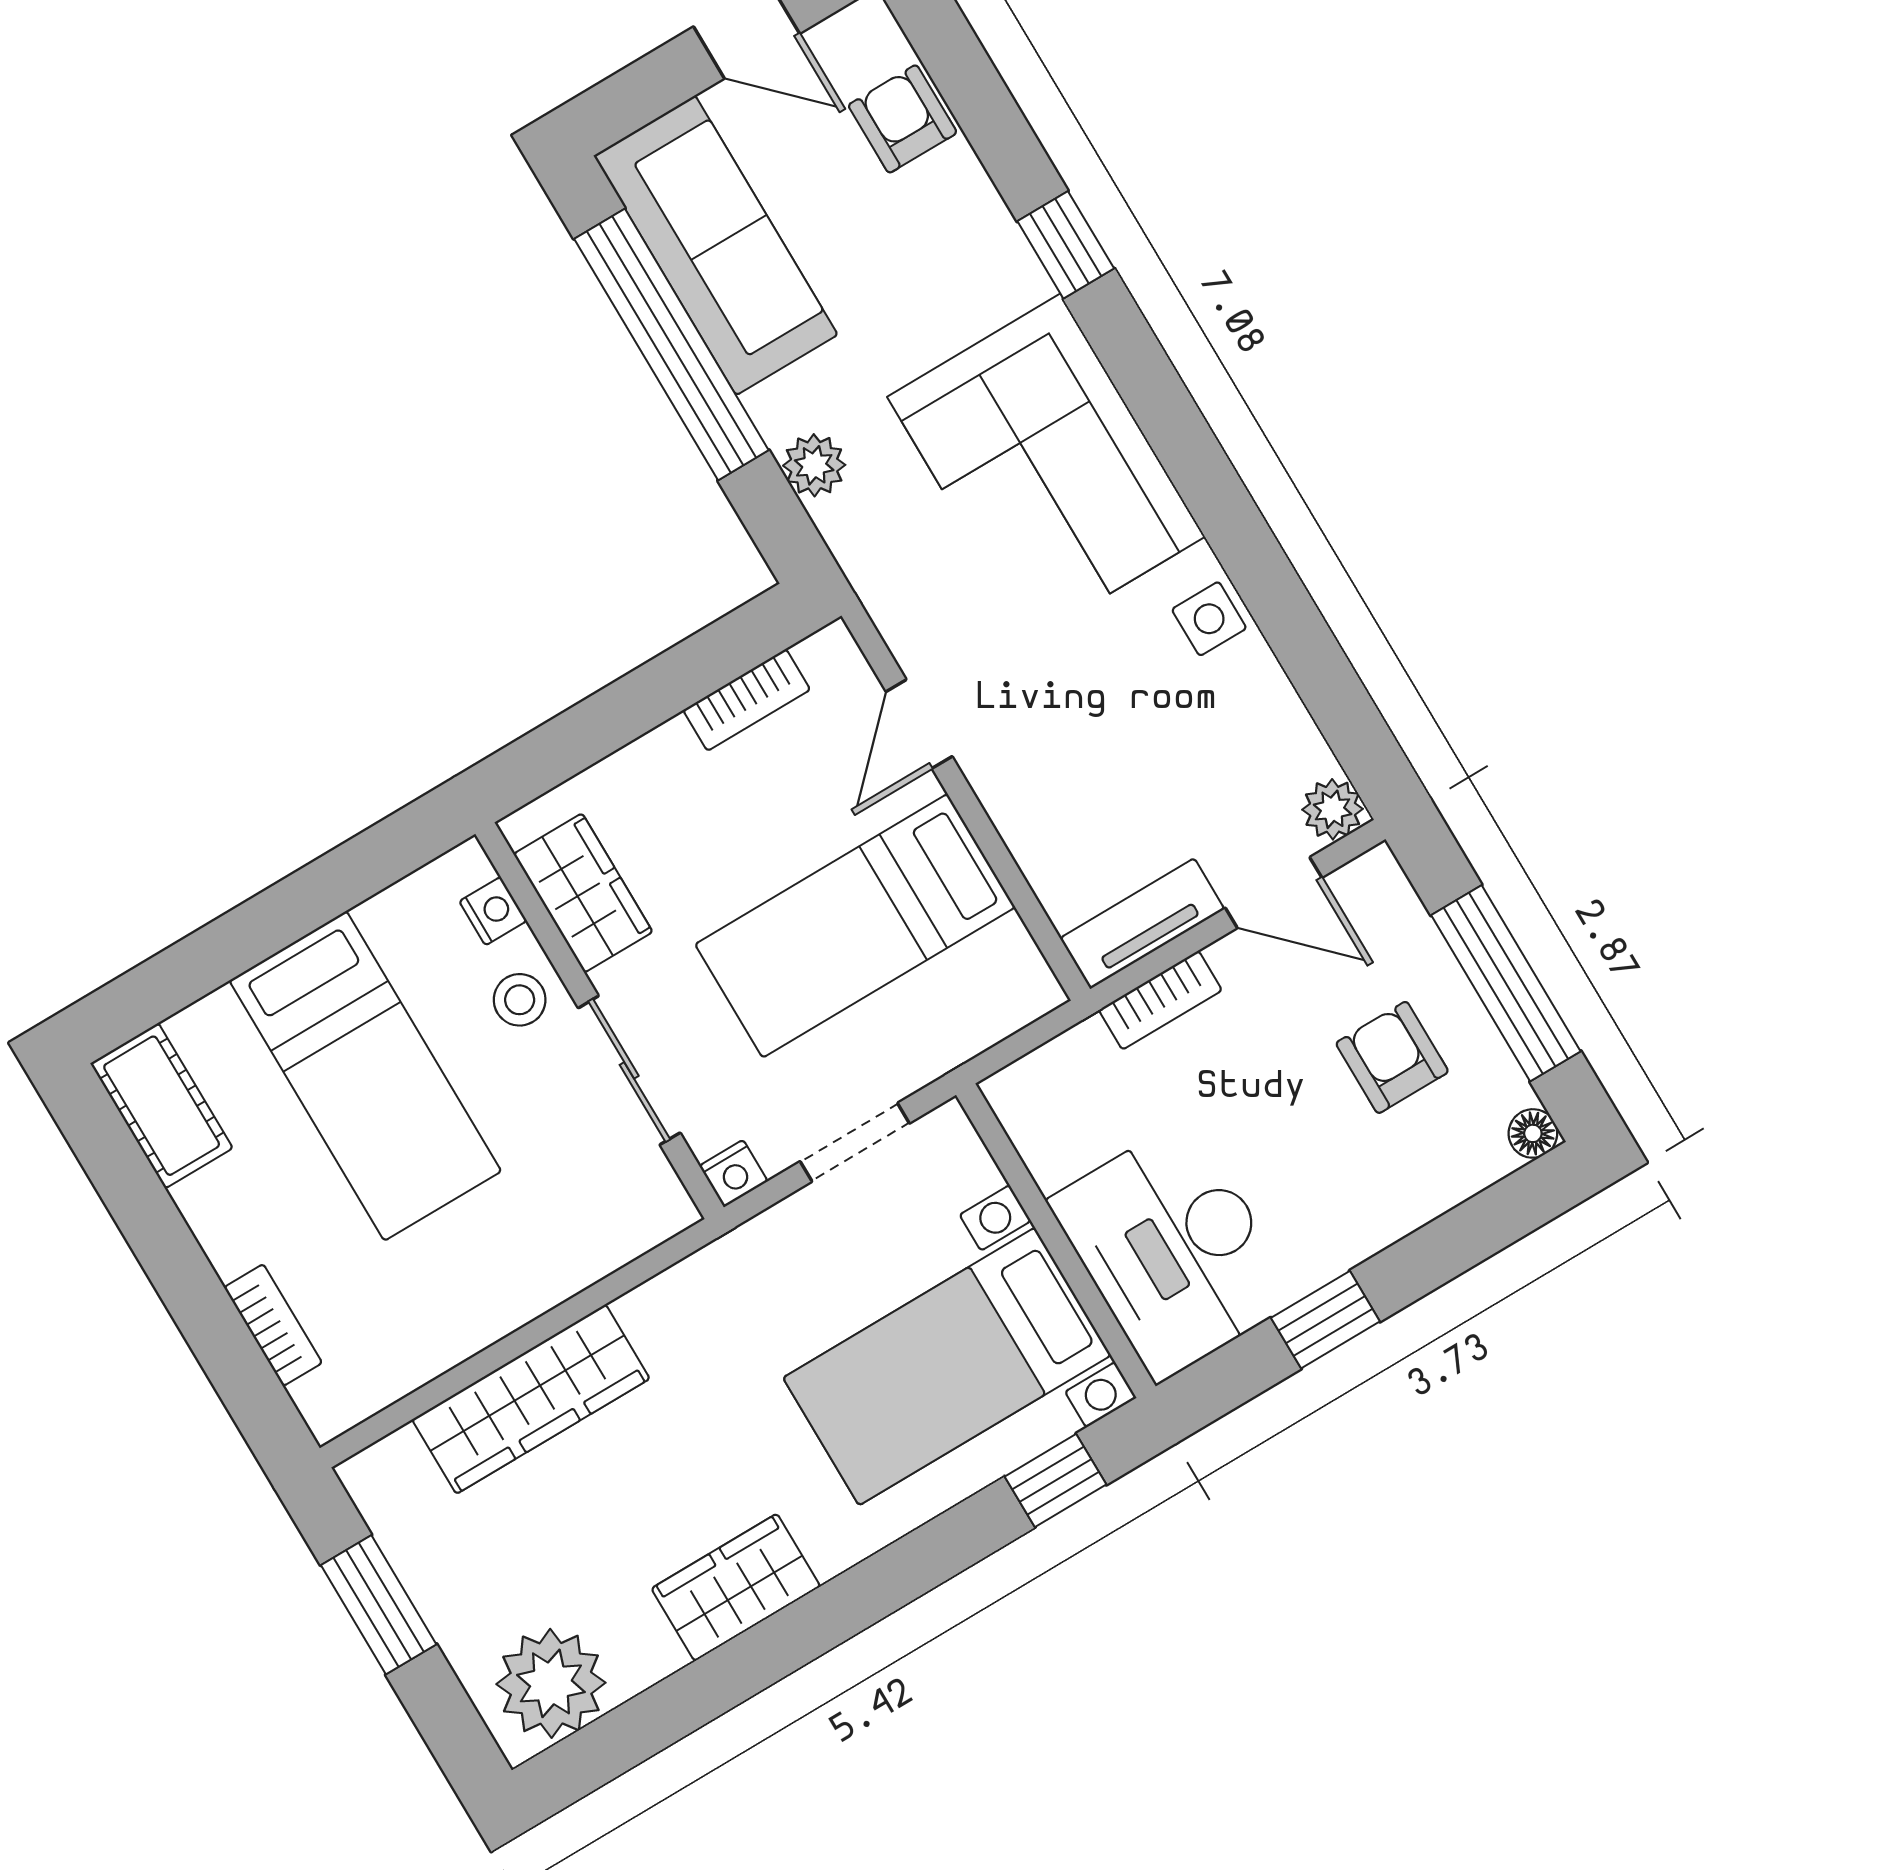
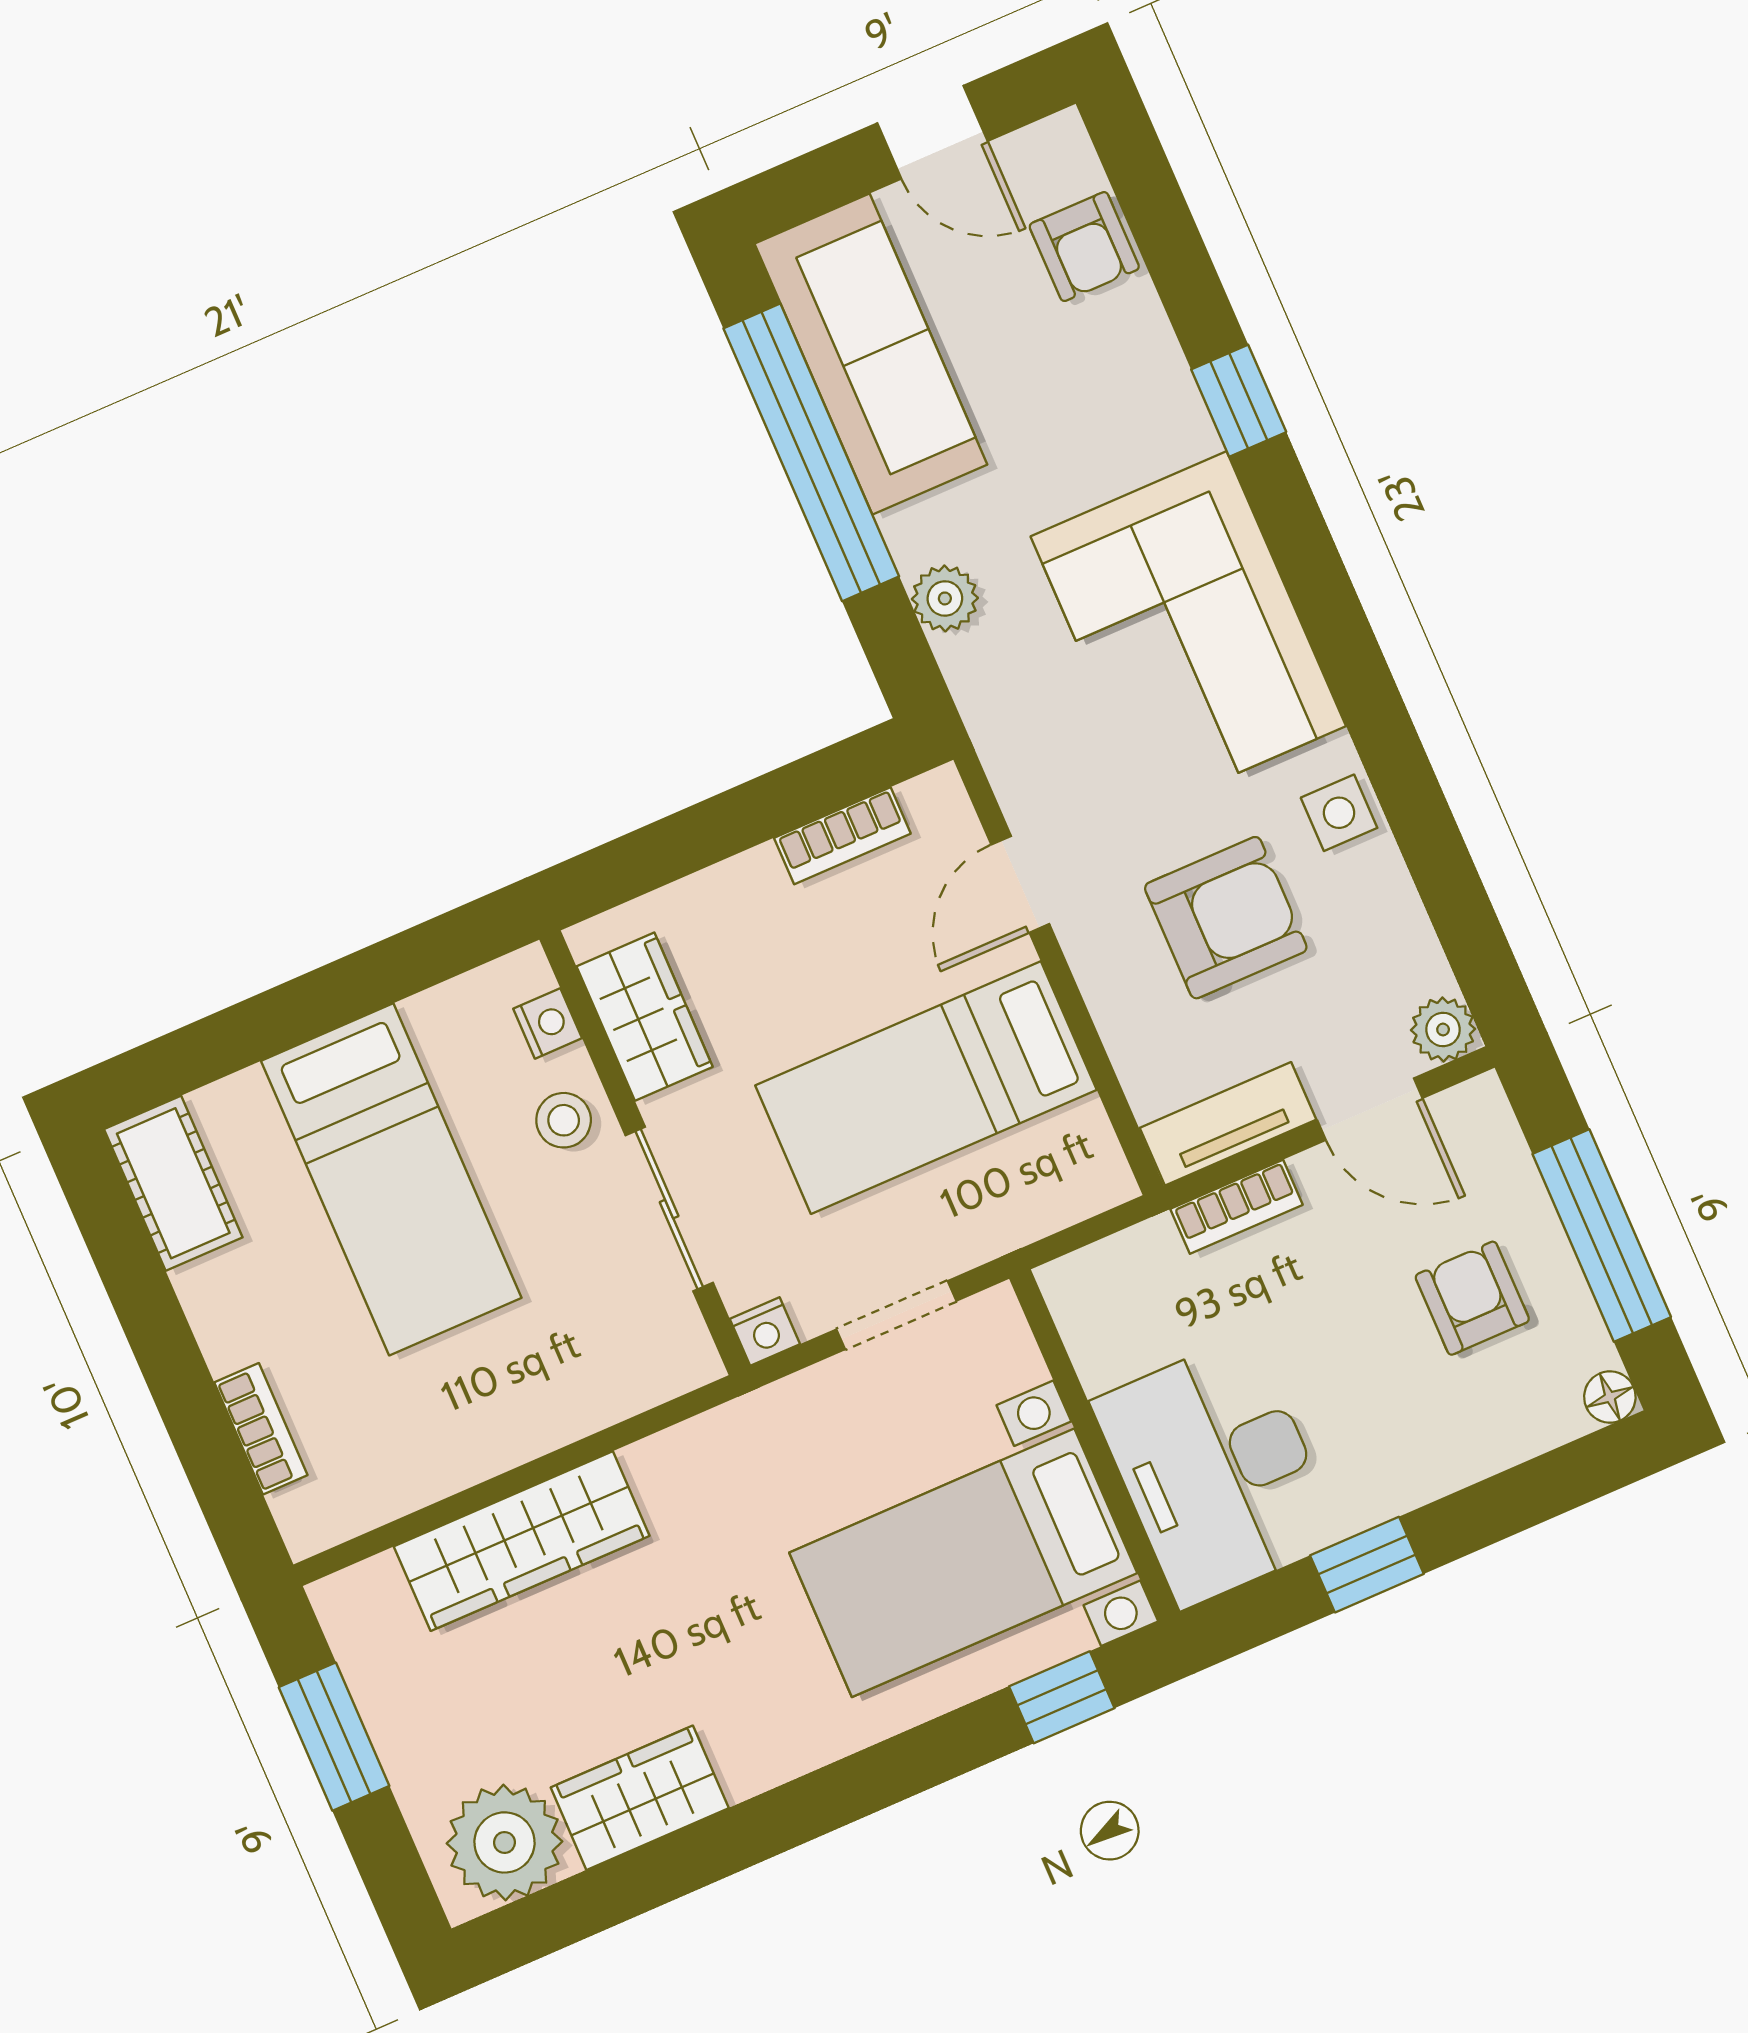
armchair: (903, 119) -> (1084, 247), turned 180
armchair: (1116, 731) -> (1226, 918), added
wardrobe: (736, 1587) -> (640, 1798), moved

